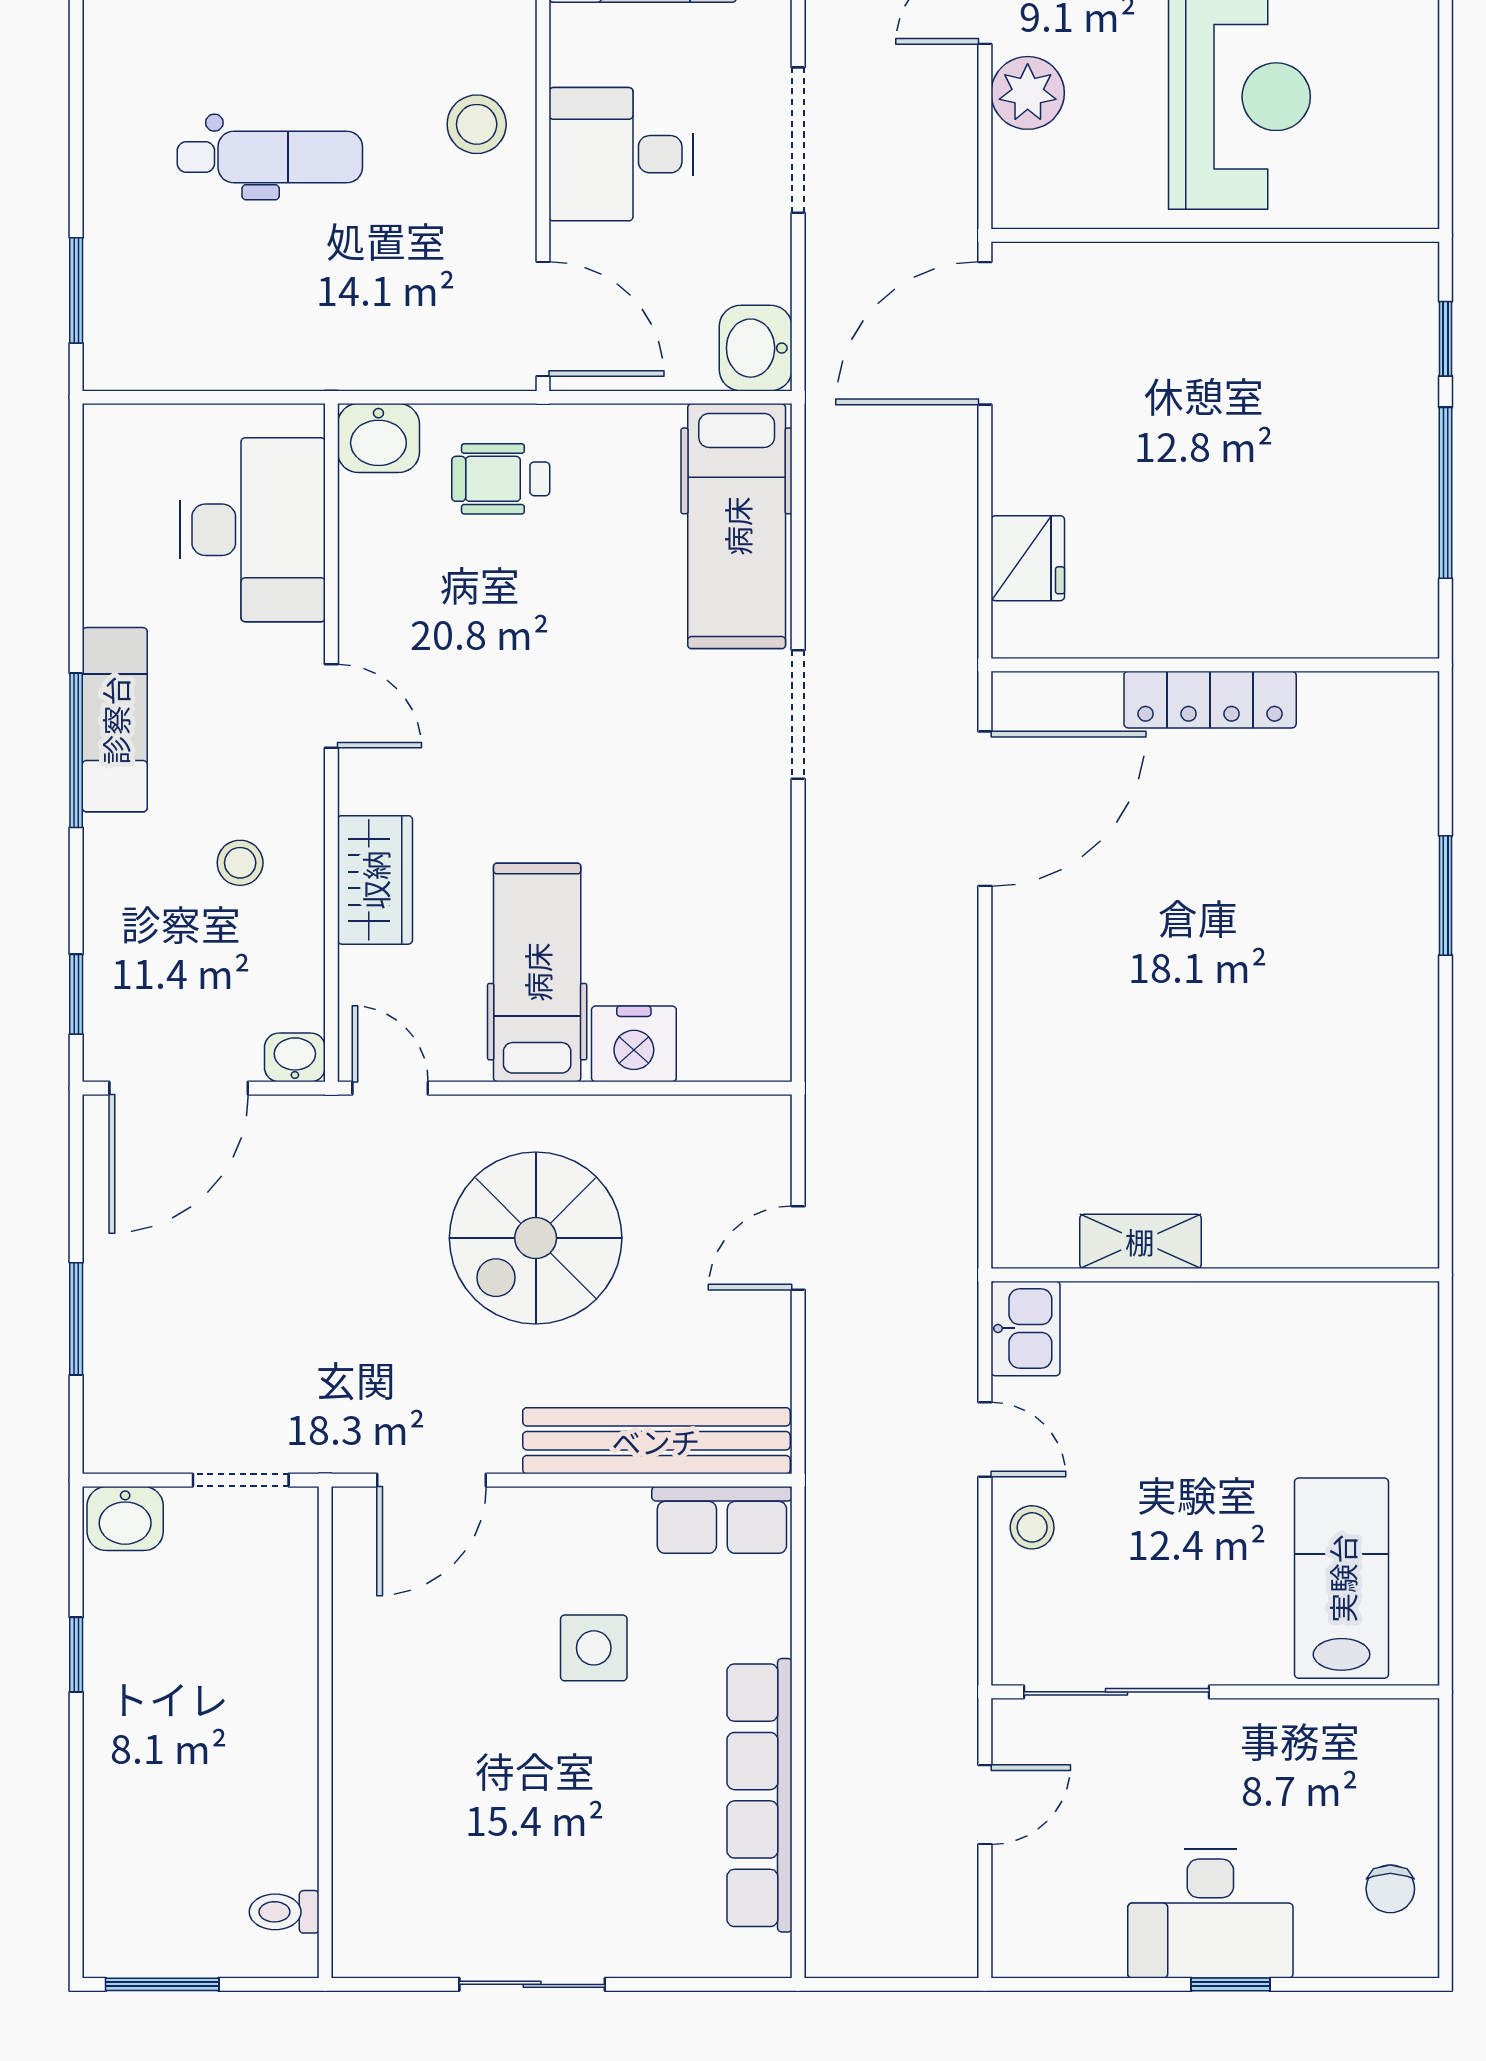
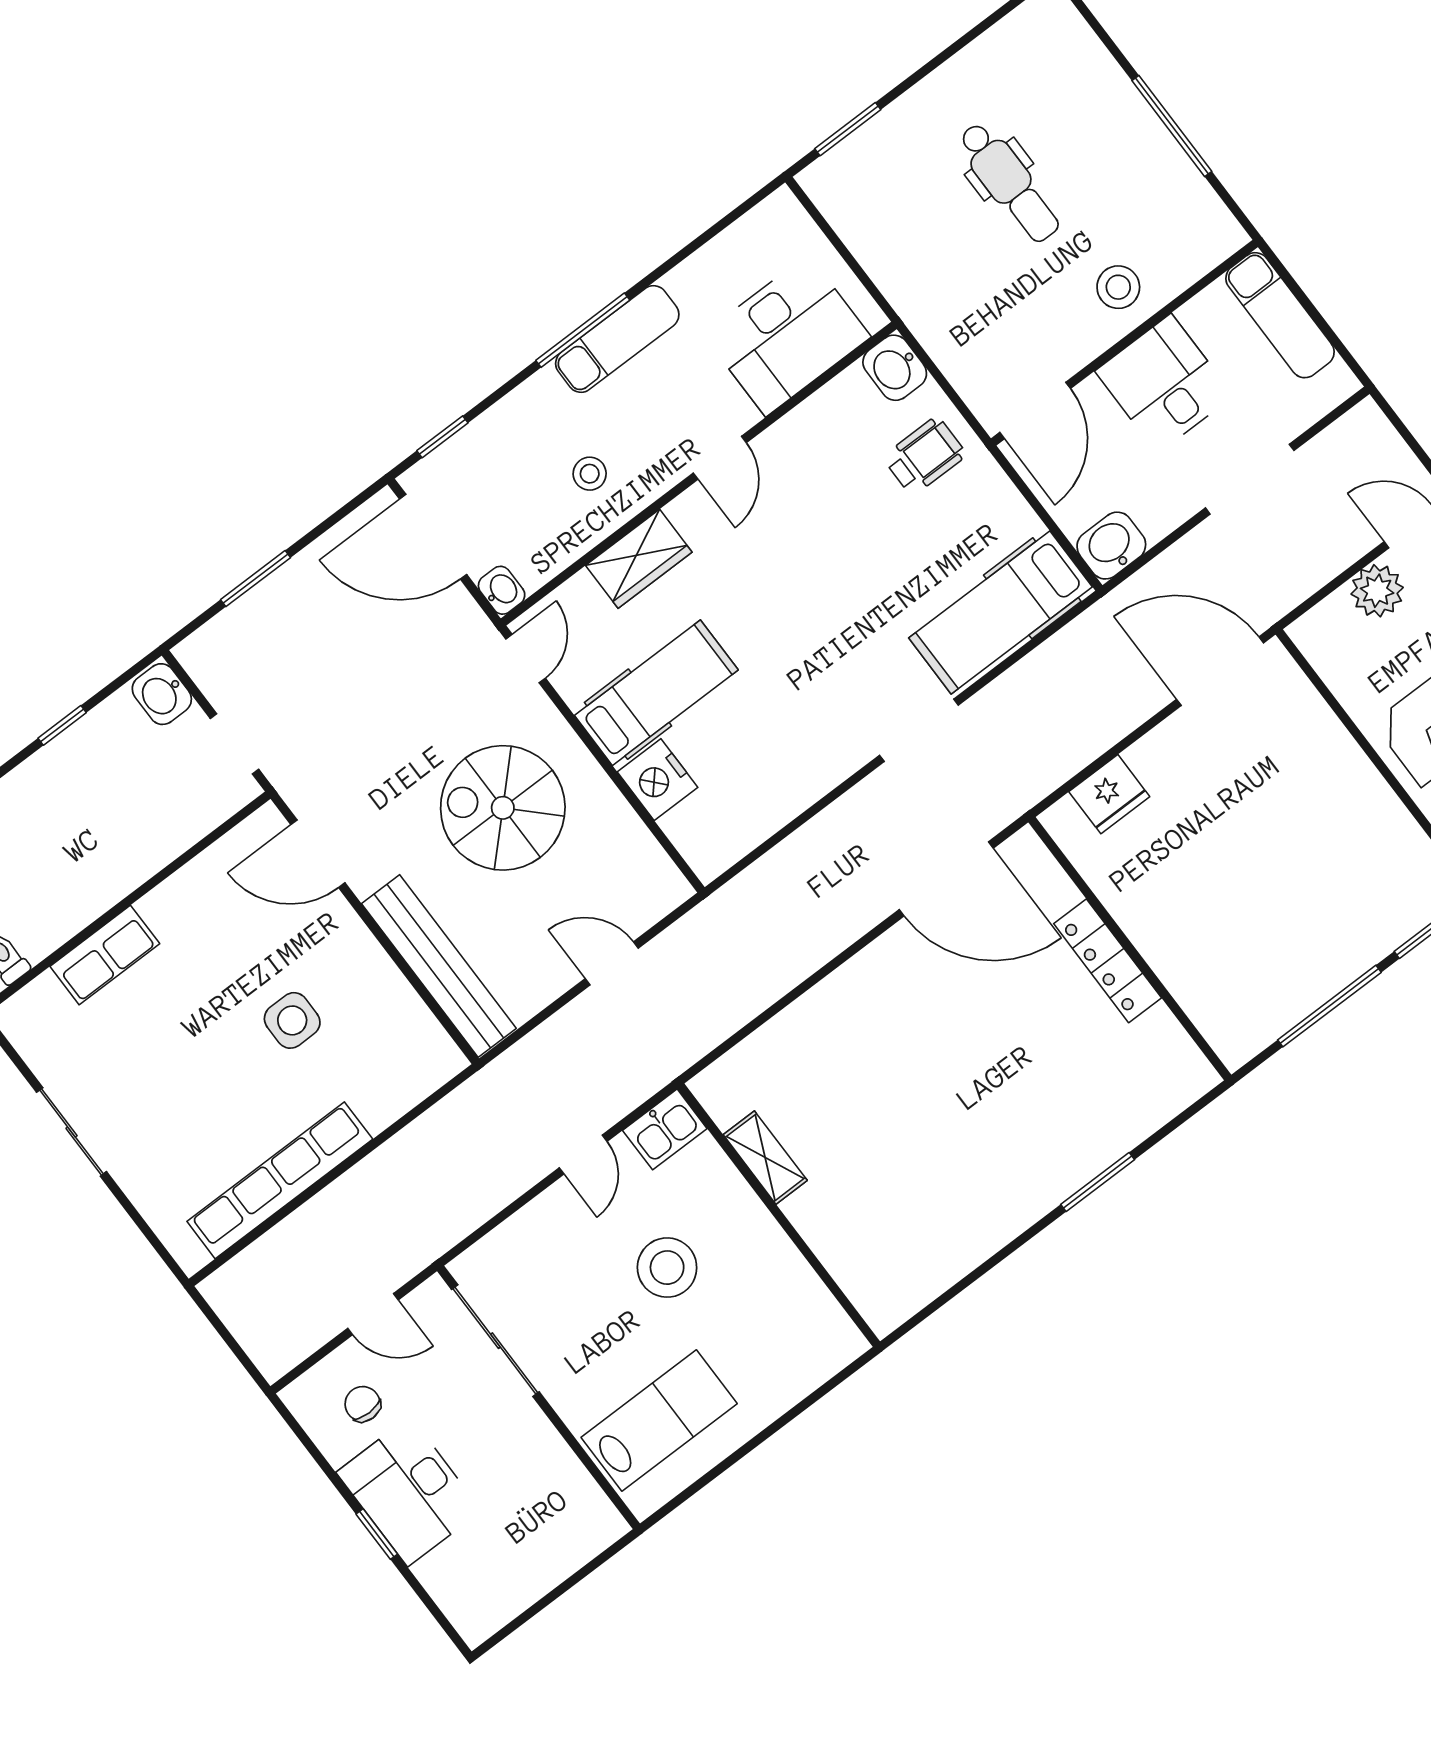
wheelchair: (501, 479) -> (925, 456), turned 90
row of seats: (722, 1520) -> (105, 955), moved, turned -90
stool: (1032, 1527) -> (667, 1268), moved, width x1.89, depth x1.89
chair: (1390, 1889) -> (363, 1404), moved, turned 90

